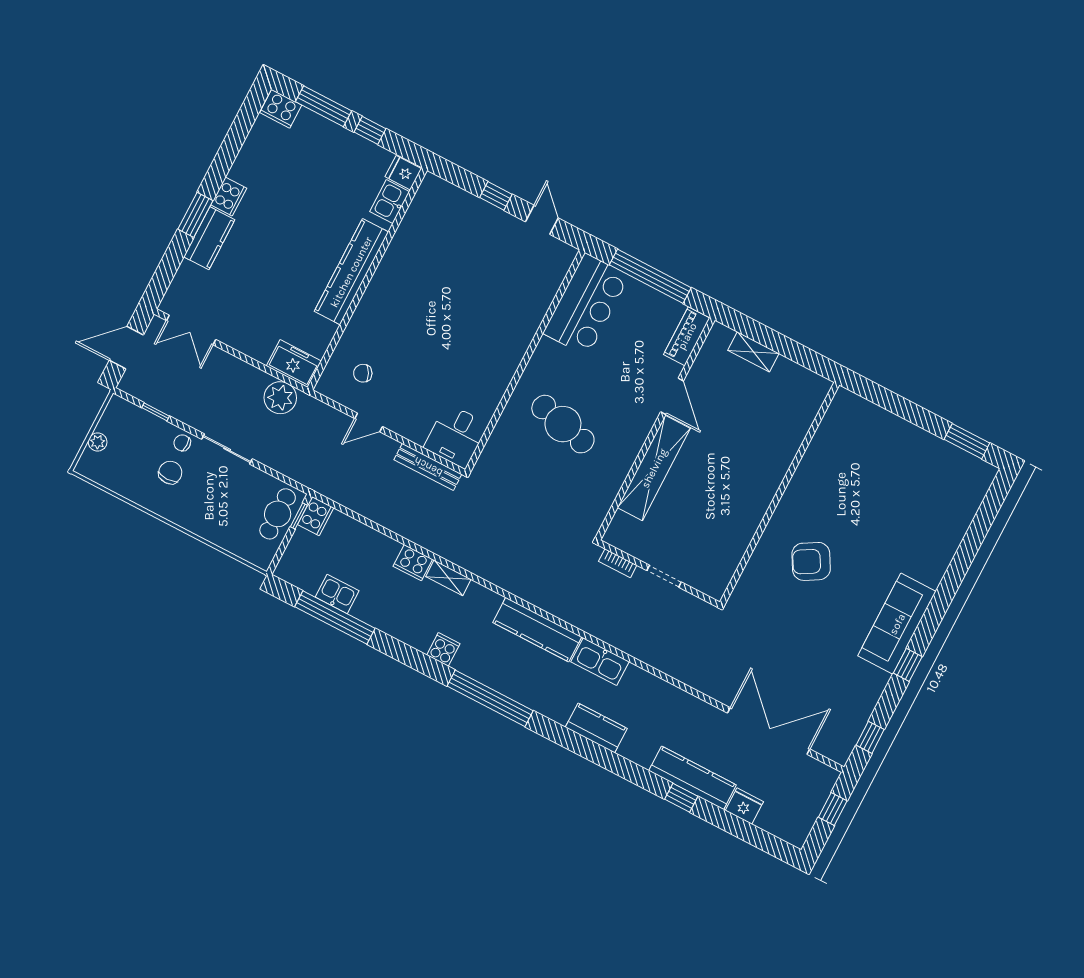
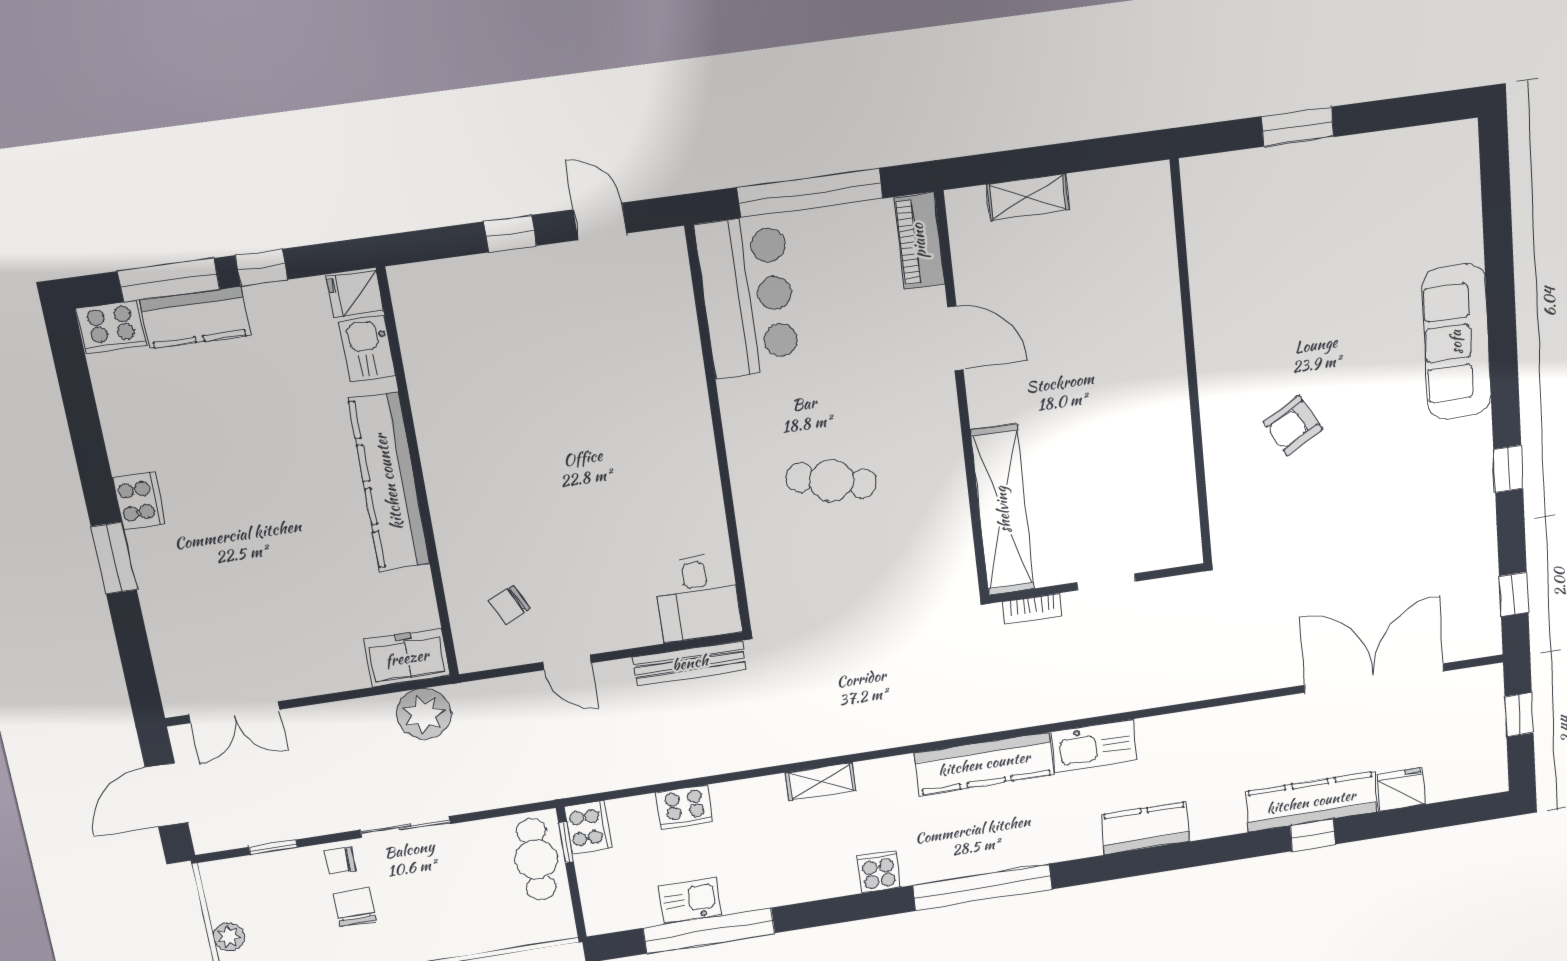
kitchen counter: (209, 238) -> (195, 318), moved, turned 90
door: (369, 423) -> (567, 662), hinge flipped
cafe table: (563, 424) -> (831, 481), width x0.73, depth x0.74
window: (967, 441) -> (1298, 127), moved
shelving: (654, 468) -> (1003, 510), moved
armchair: (811, 561) -> (1293, 426), width x0.72, depth x0.72
cooker: (413, 563) -> (685, 807), moved
sofa: (897, 624) -> (1456, 342), moved

